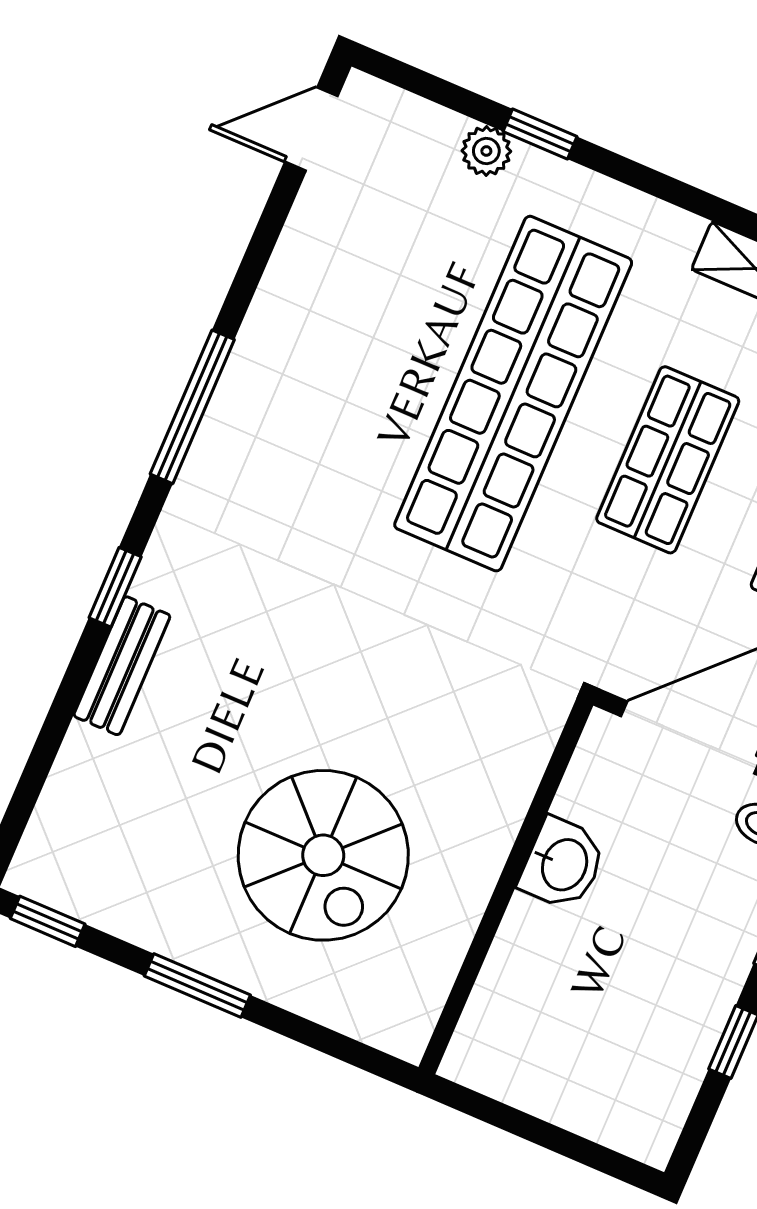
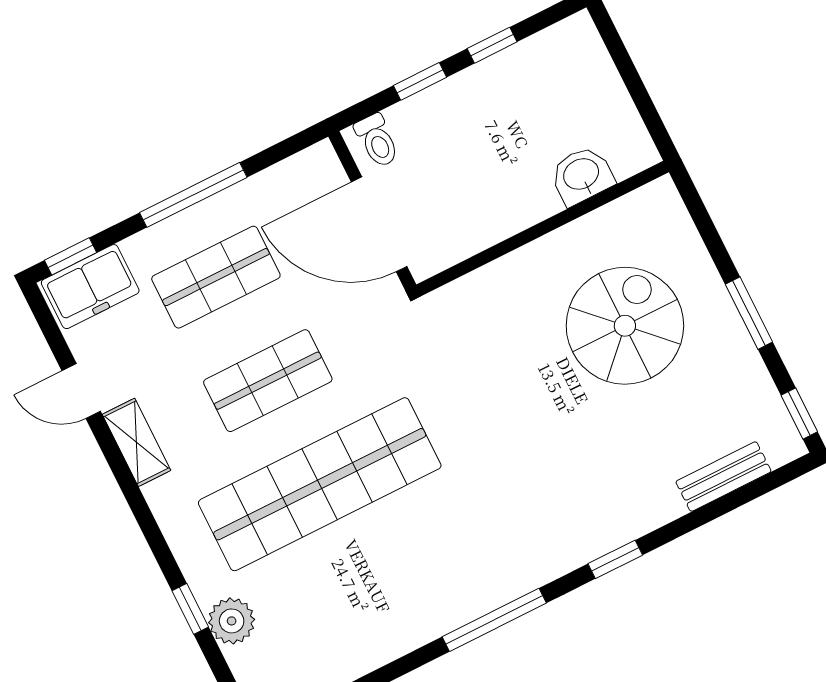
plant: (486, 151) -> (232, 621), width x1.38, depth x1.38
bench: (122, 666) -> (723, 476), moved
washbasin: (563, 864) -> (582, 175), moved

